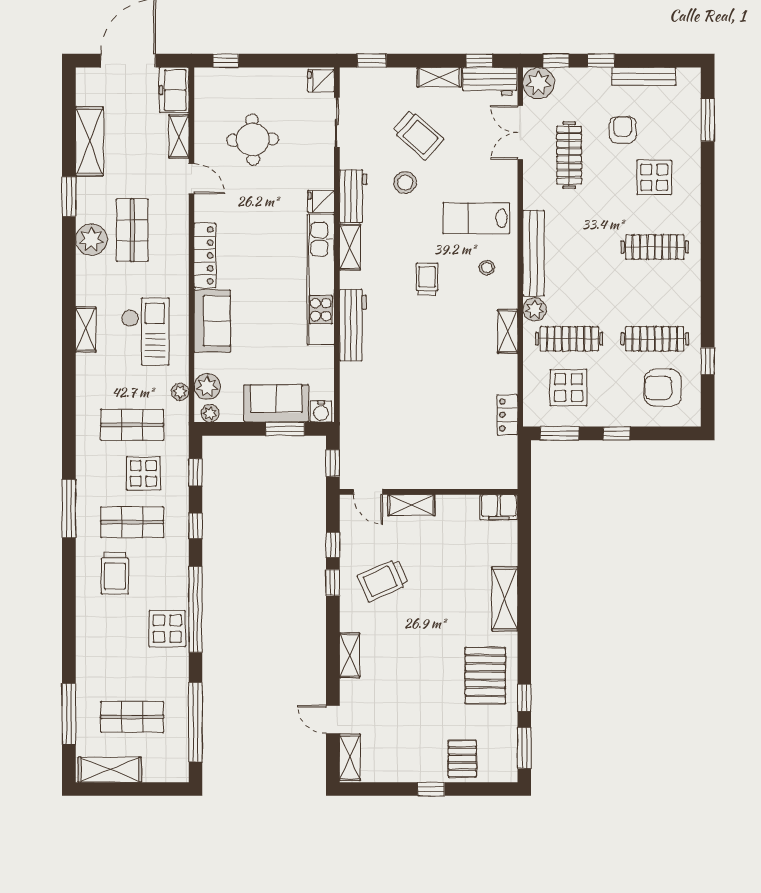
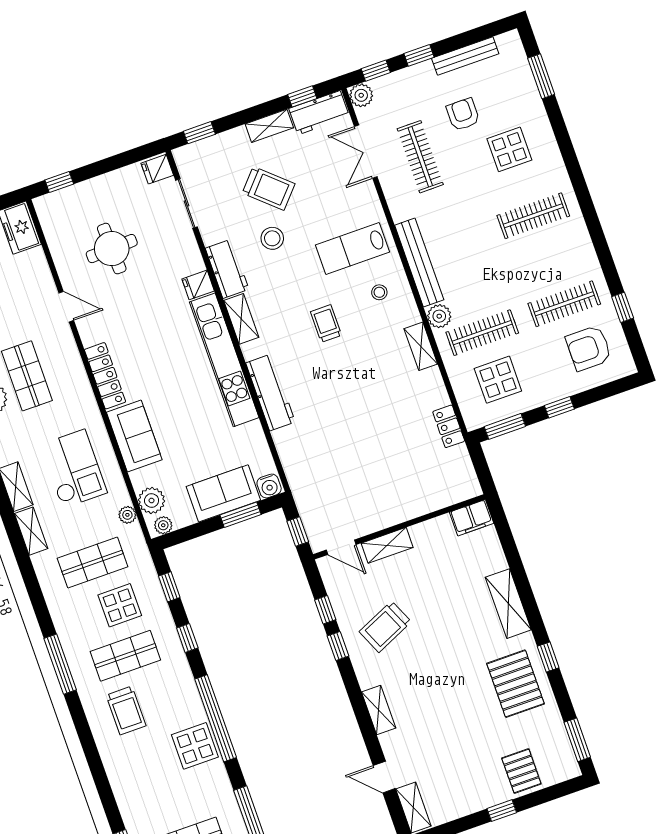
plant: (539, 83) -> (361, 95), width x0.73, depth x0.73
shelving: (179, 136) -> (31, 531), moved
window: (524, 698) -> (548, 657), moved

